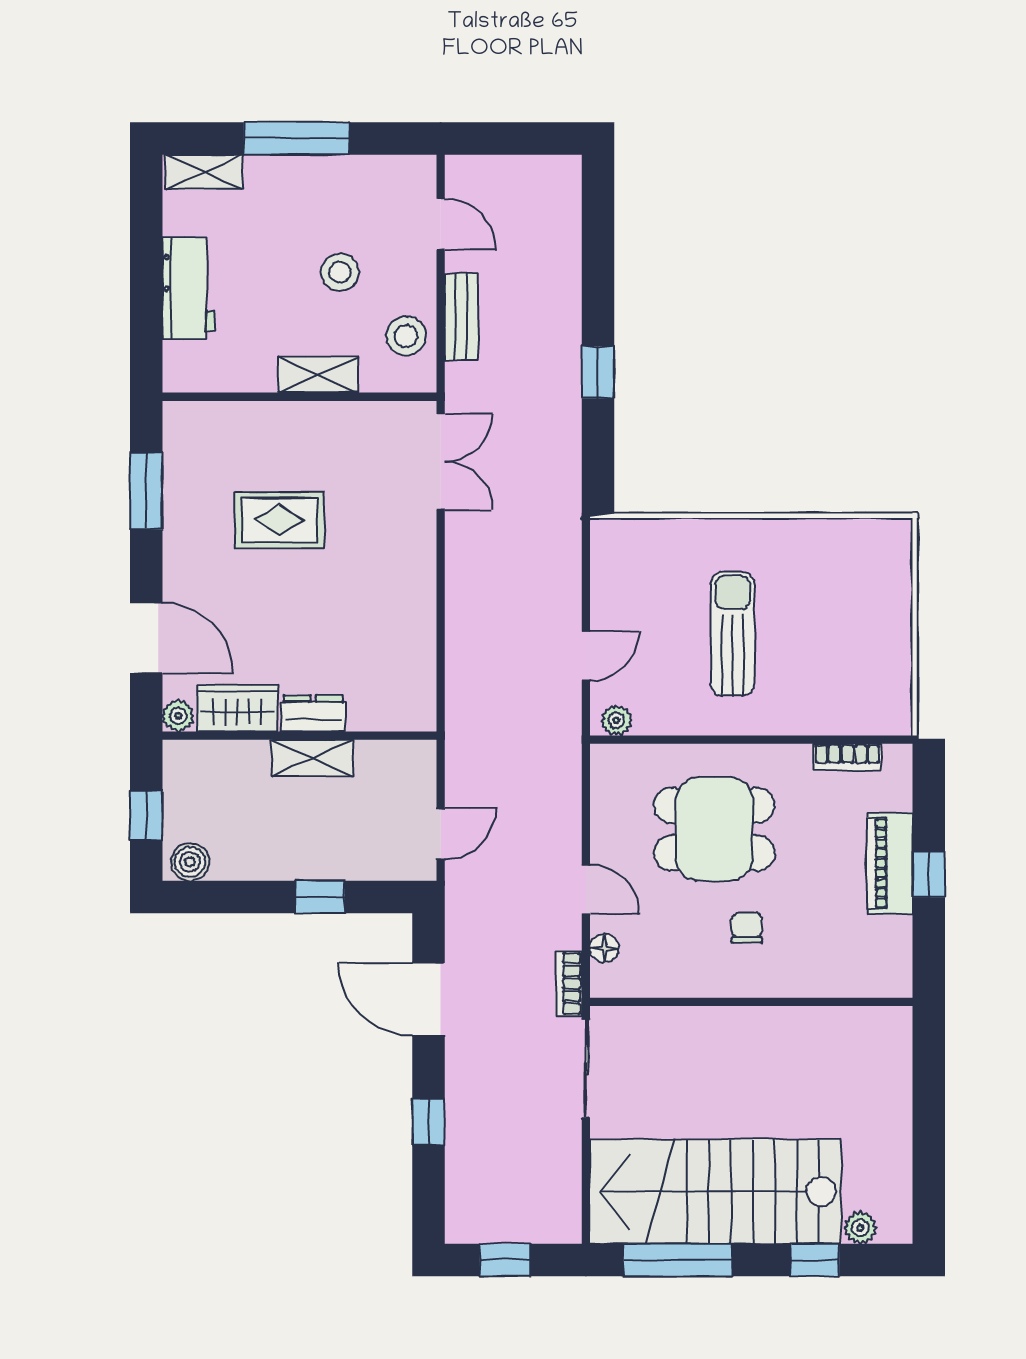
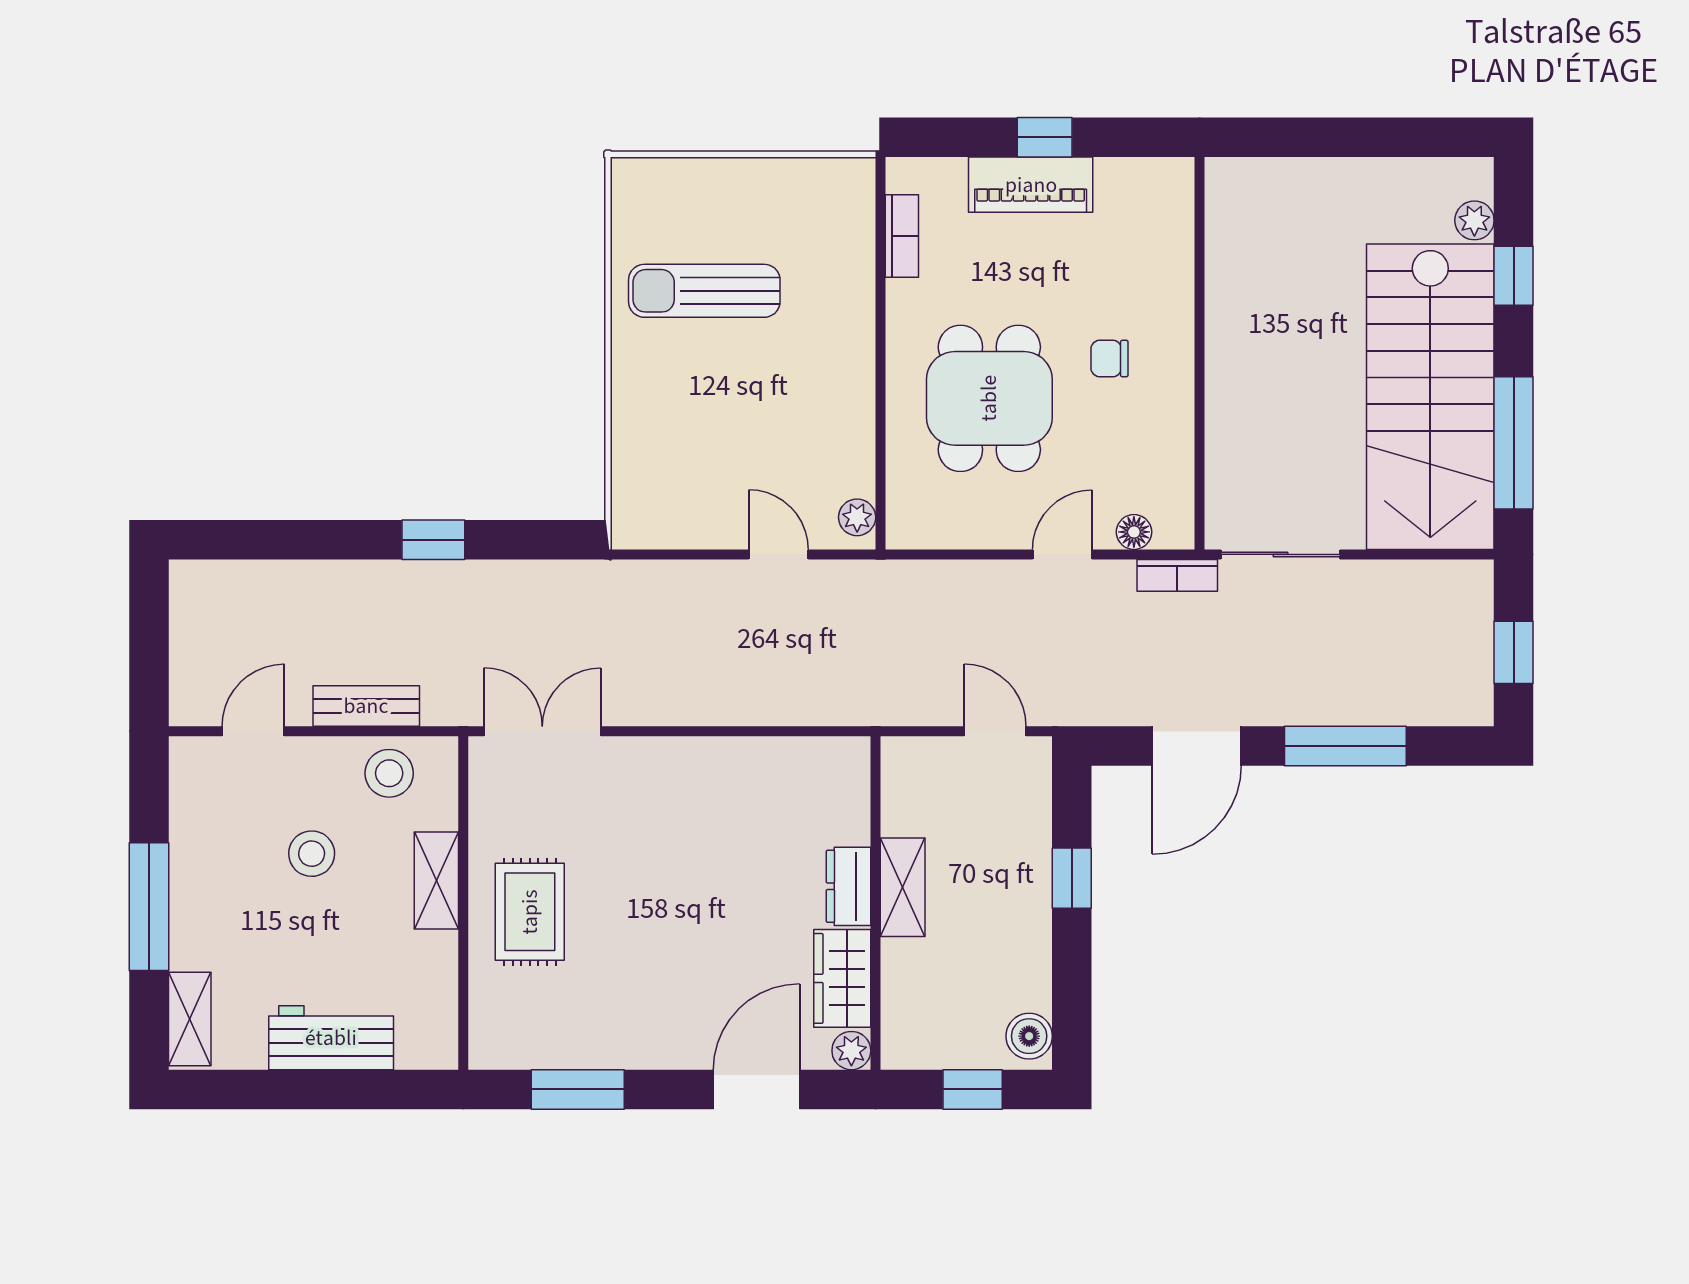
rug: (279, 520) -> (530, 912), moved
sun lounger: (733, 634) -> (704, 291), moved
window: (429, 1122) -> (1345, 746), width x2.17

